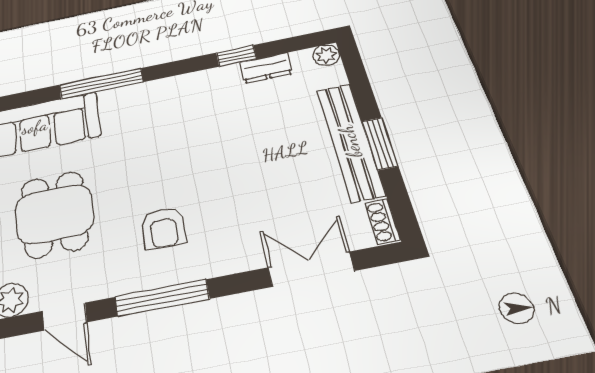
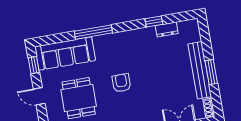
plant: (326, 55) -> (193, 25), removed
armchair: (163, 228) -> (121, 83), moved, turned 180

